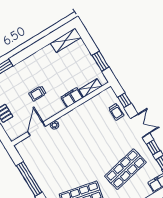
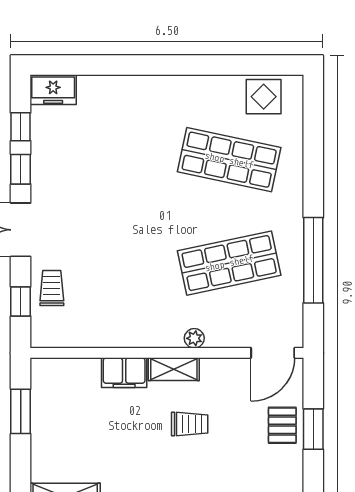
shelving: (90, 88) -> (174, 369), moved
door: (36, 129) -> (273, 353), moved
shop shelf: (125, 169) -> (229, 263), moved

